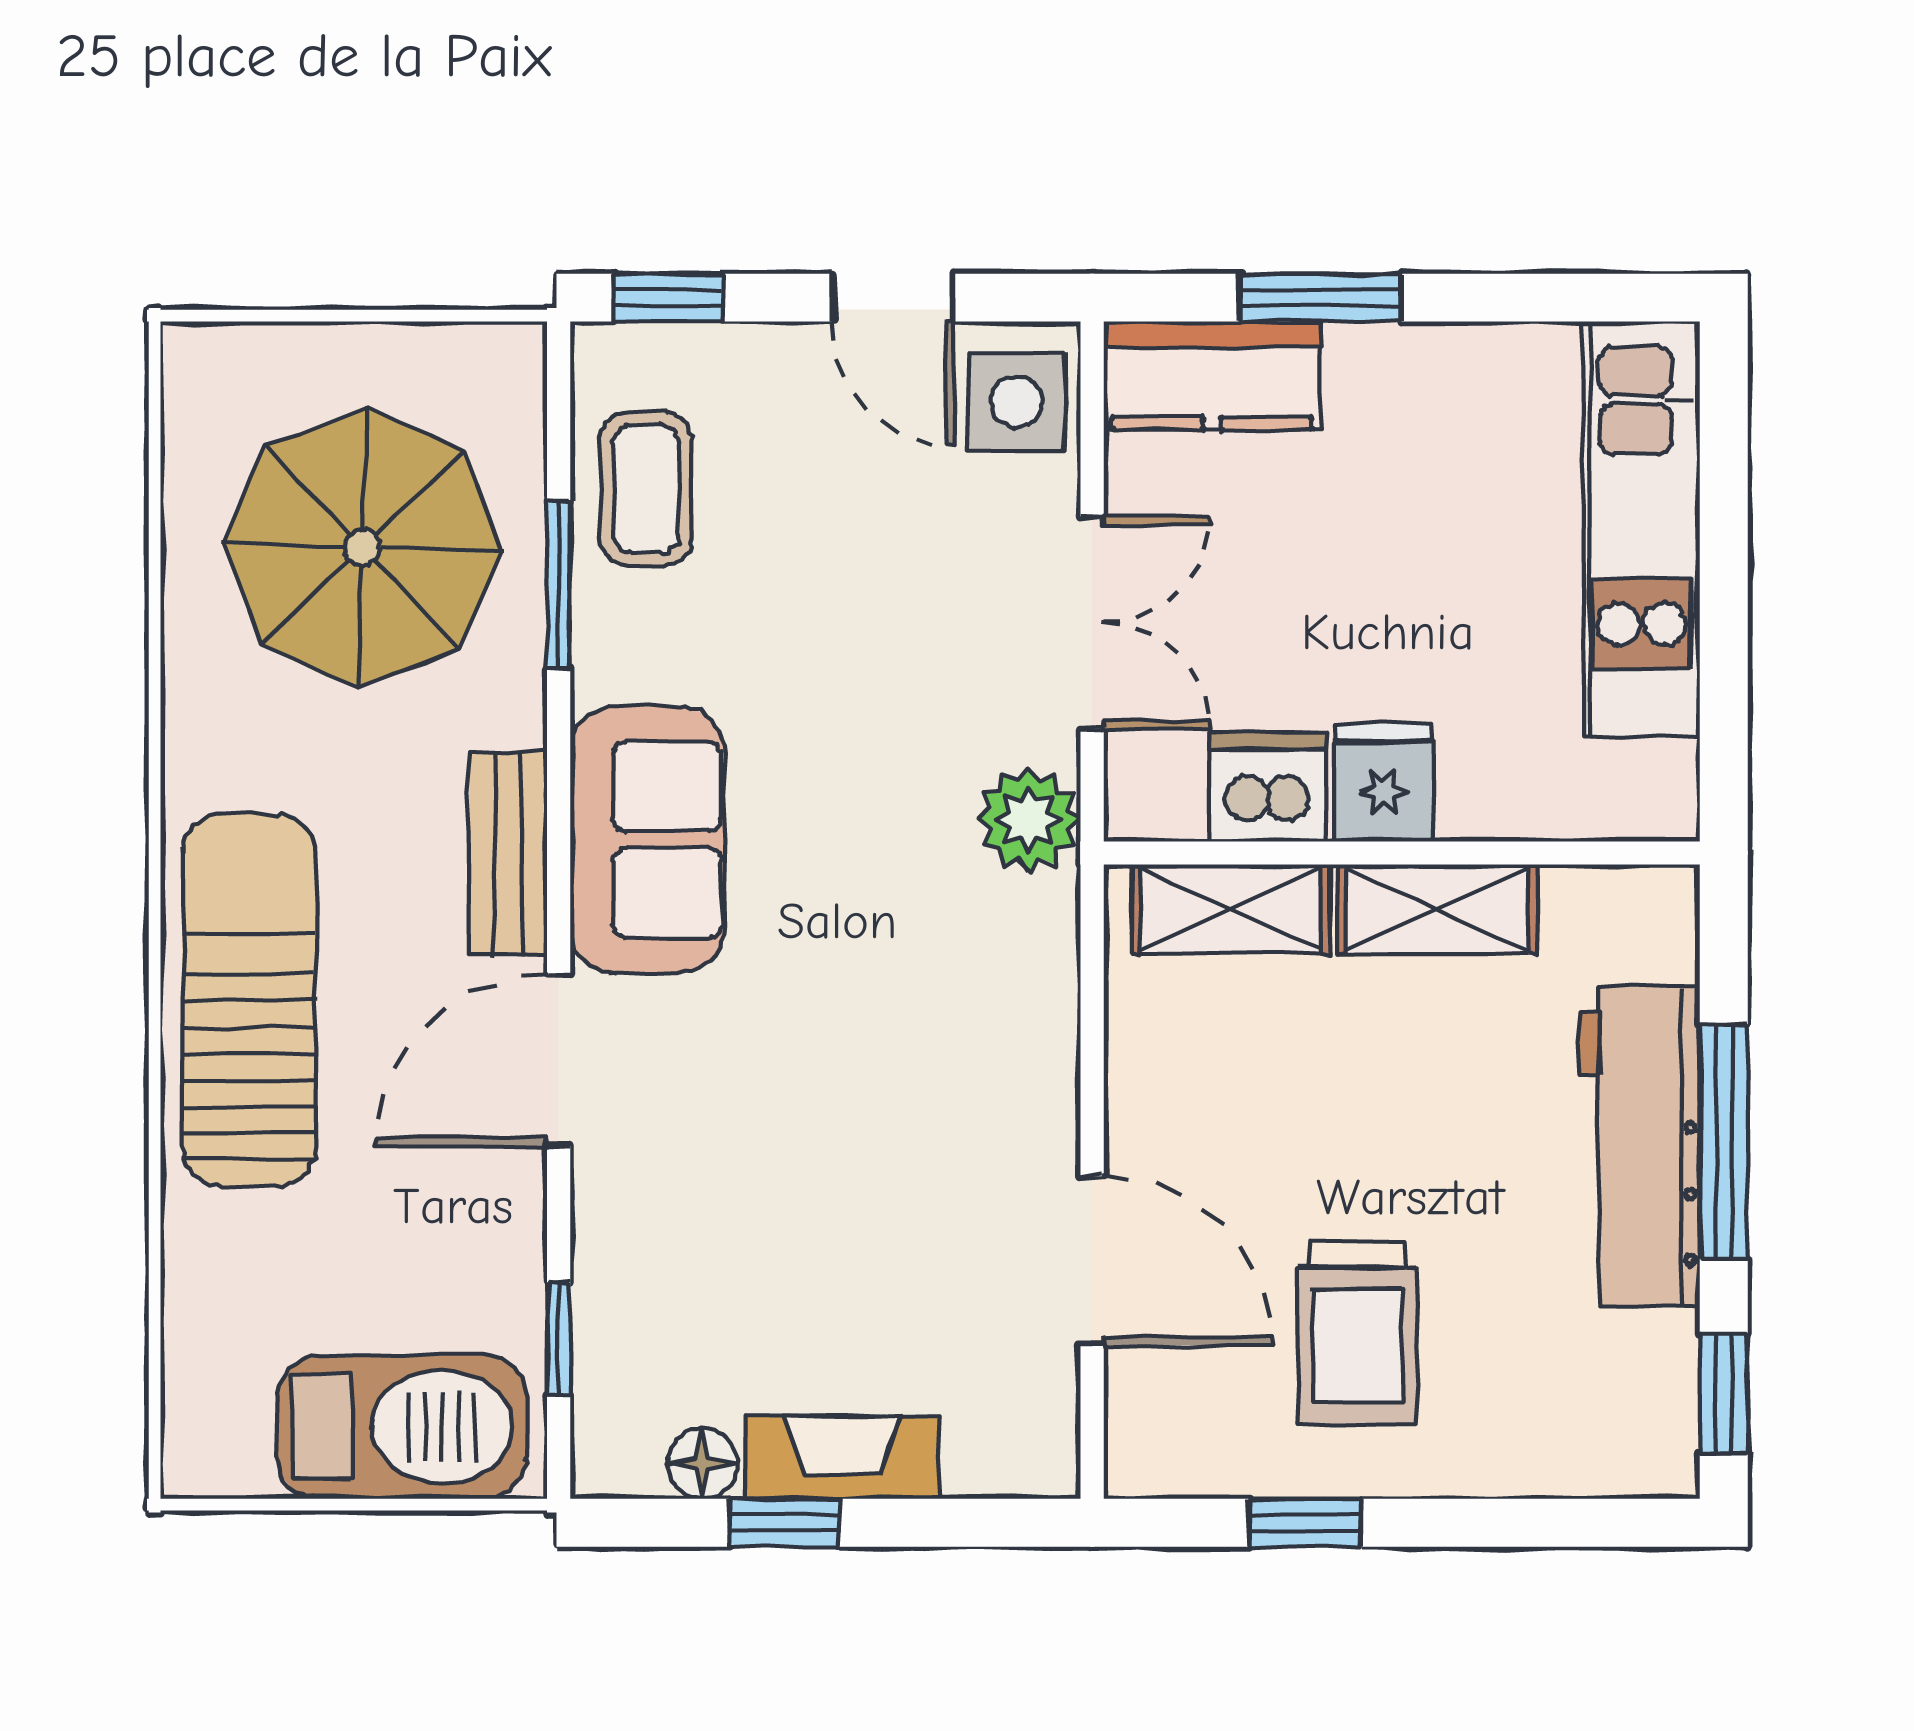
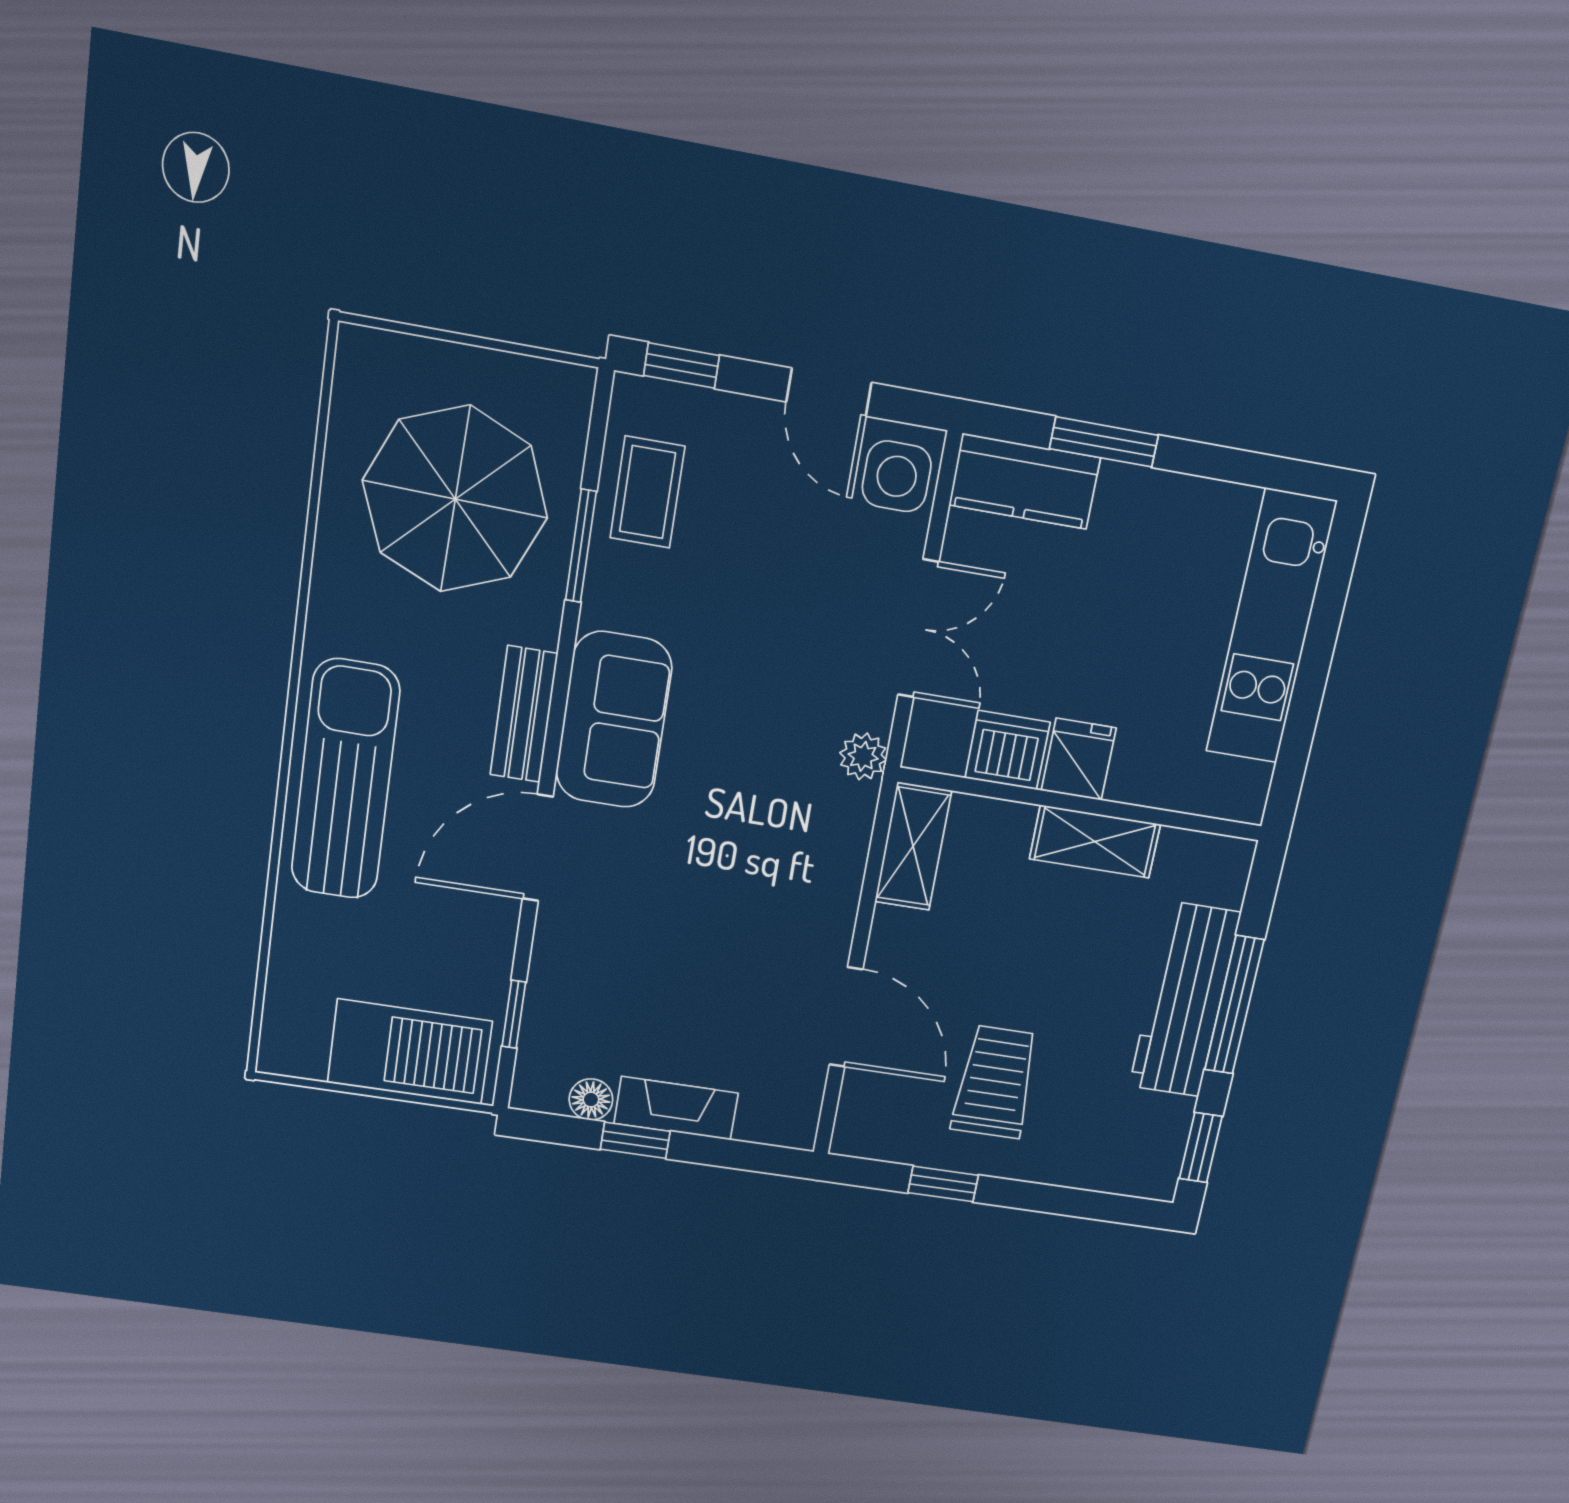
plant: (1029, 819) -> (863, 756), width x0.73, depth x0.73
shelving: (1231, 909) -> (913, 846), moved, turned 90
trolley: (1357, 1333) -> (995, 1082), turned 180

